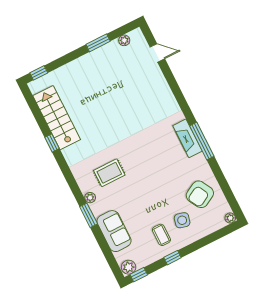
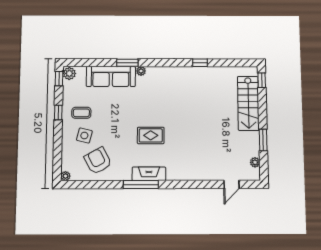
stairs: (57, 118) -> (248, 103), moved, turned 90
rug: (109, 173) -> (151, 135), moved, turned 90
sofa: (114, 231) -> (111, 76), width x1.36

